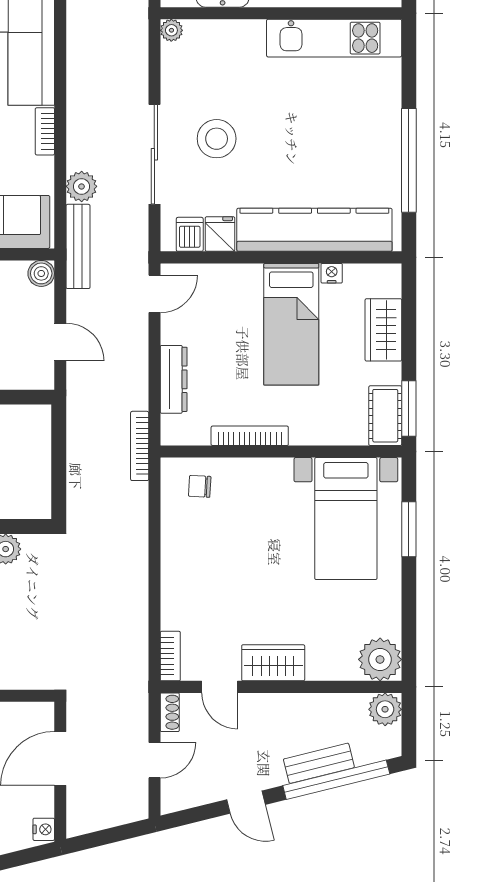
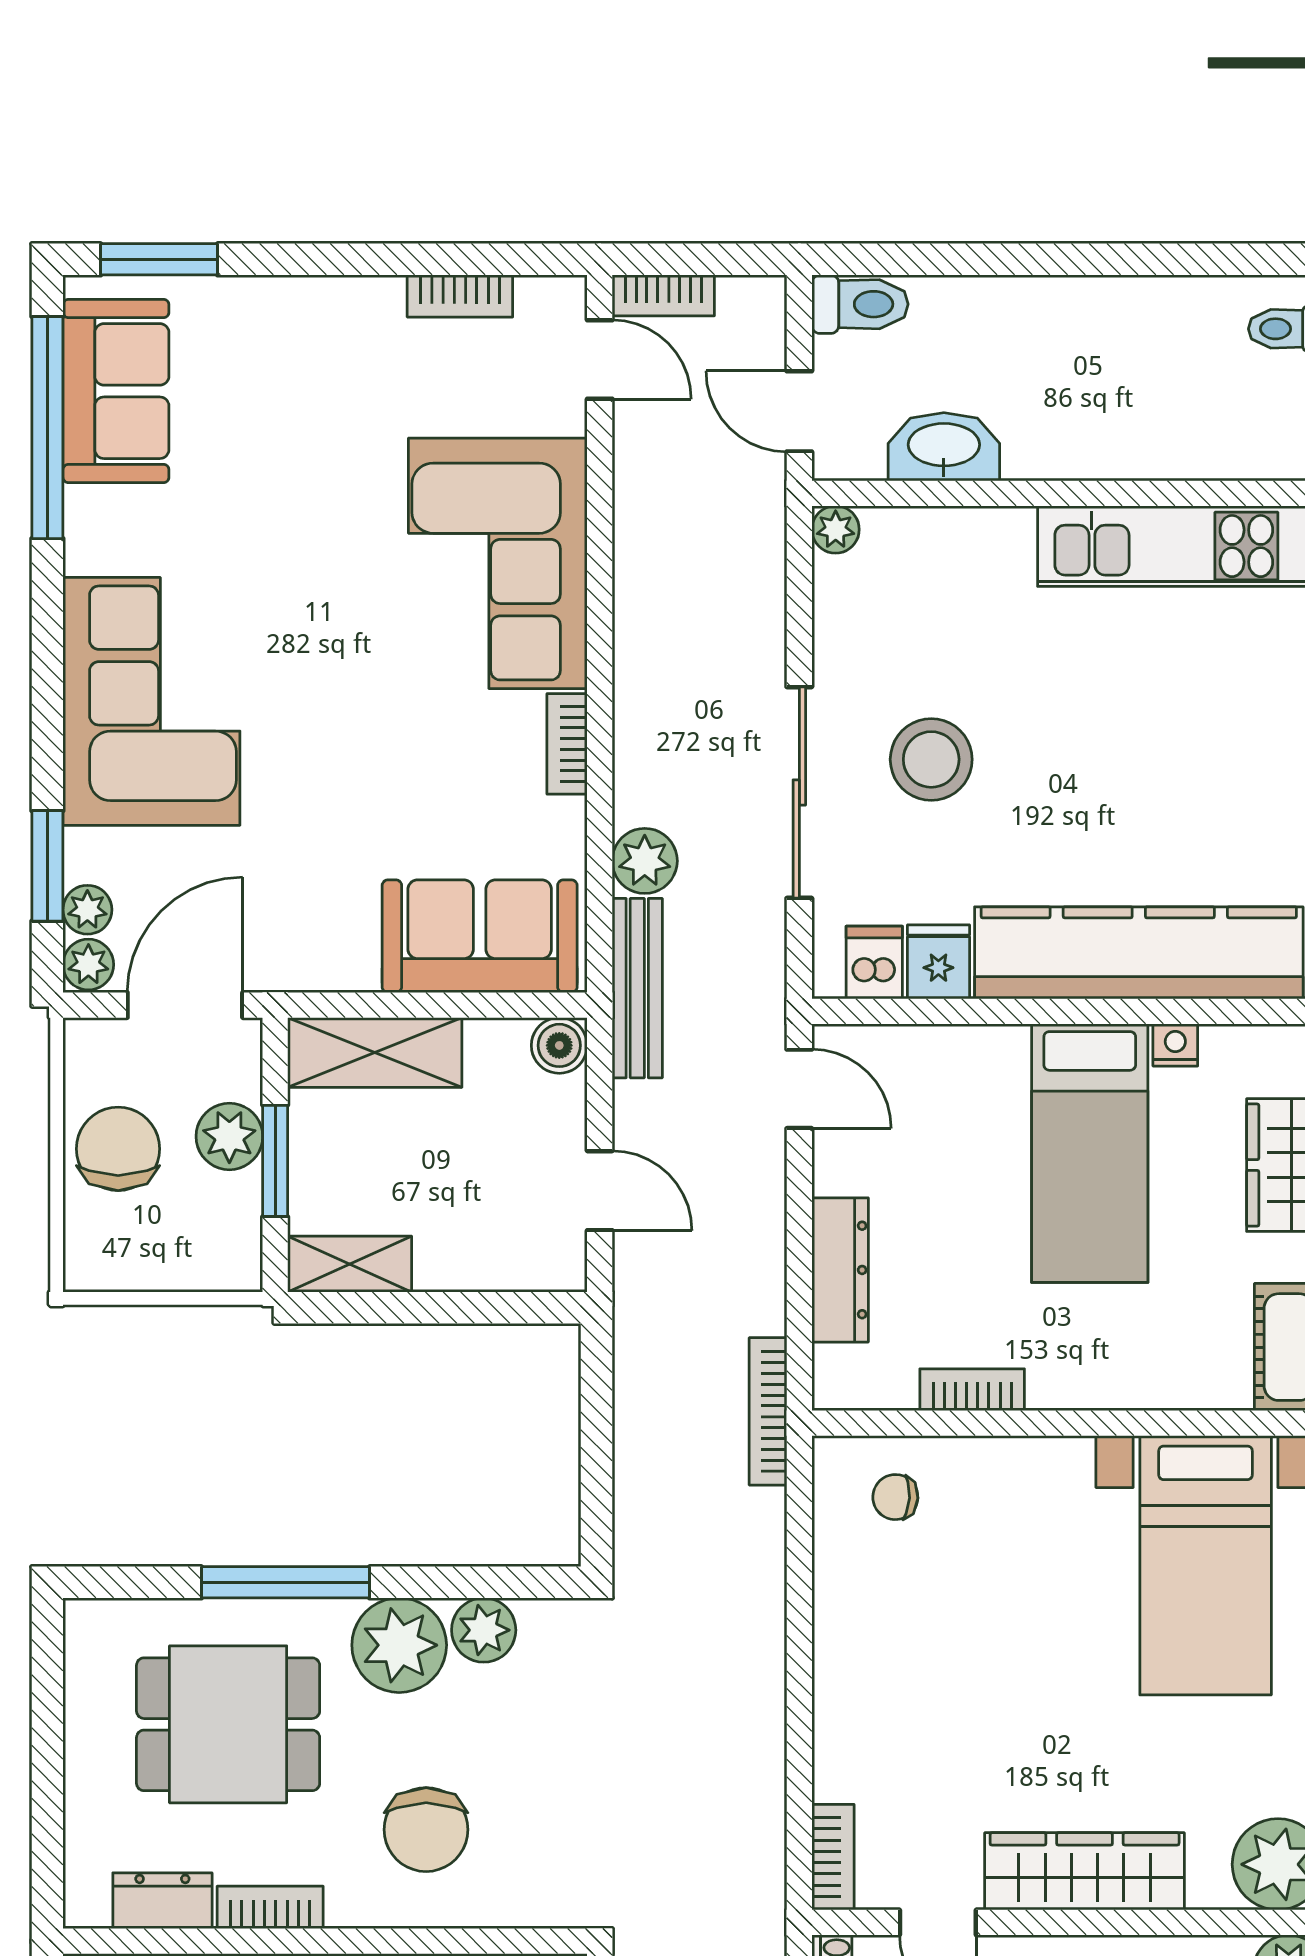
door: (154, 294) -> (799, 1089), hinge flipped
bookcase: (250, 436) -> (972, 1390), width x0.64
wardrobe: (273, 663) -> (1085, 1871), width x1.50

